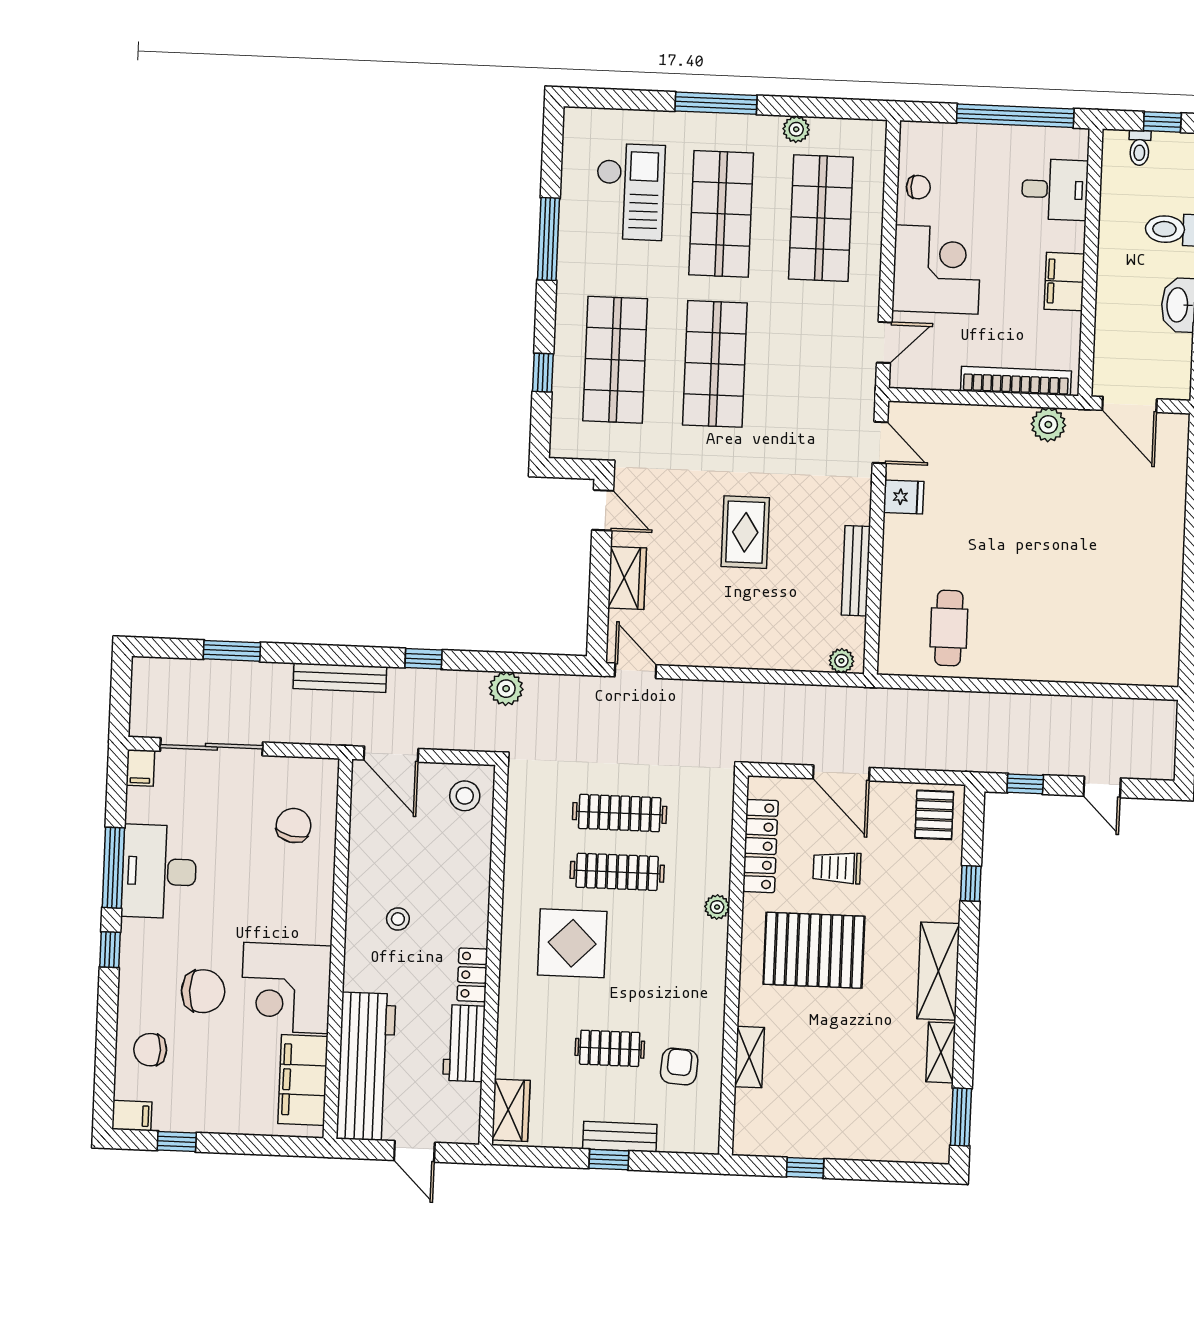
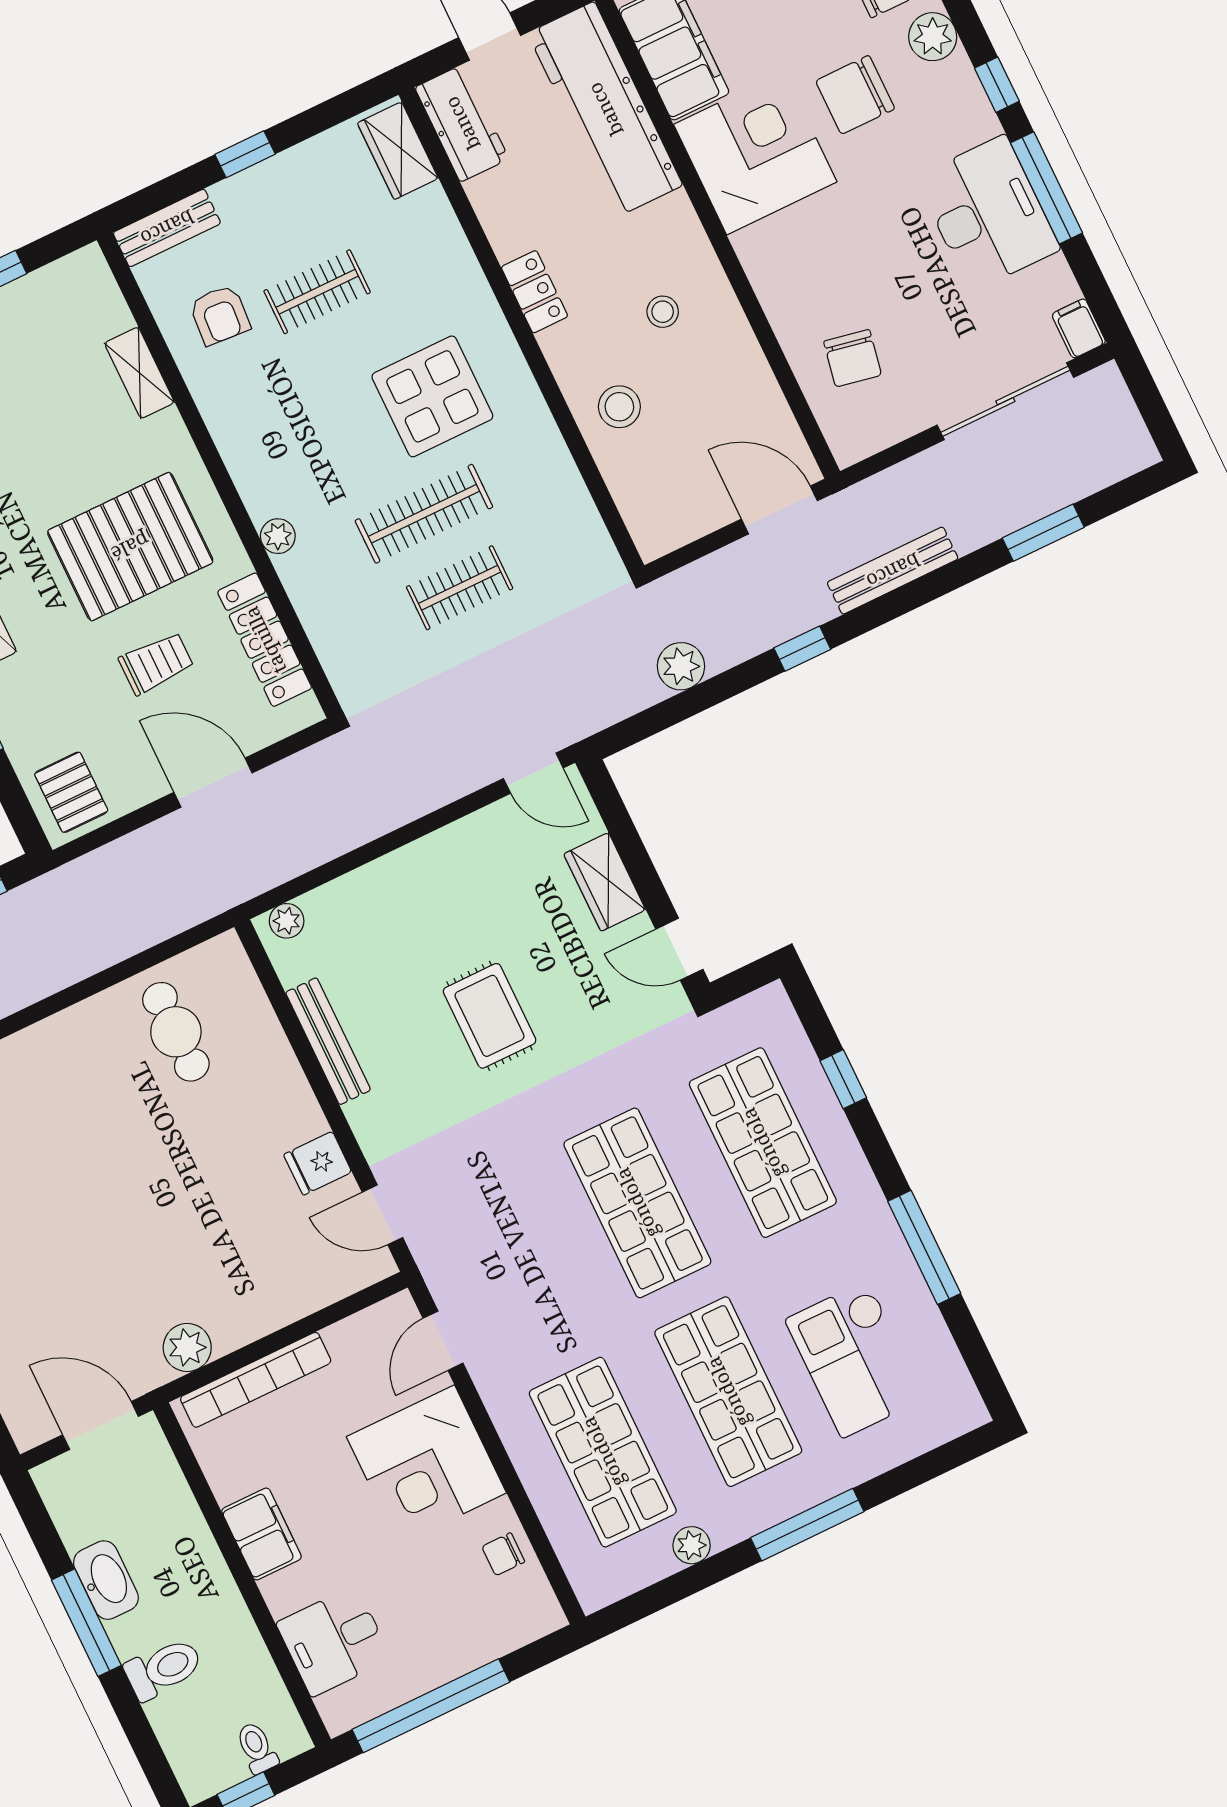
stool: (465, 796) -> (619, 407), moved
clothes rail: (620, 813) -> (460, 588), width x0.73
plant: (134, 1002) -> (933, 37), added
workbench: (464, 1043) -> (462, 123), moved
bench: (620, 1137) -> (167, 228), moved

